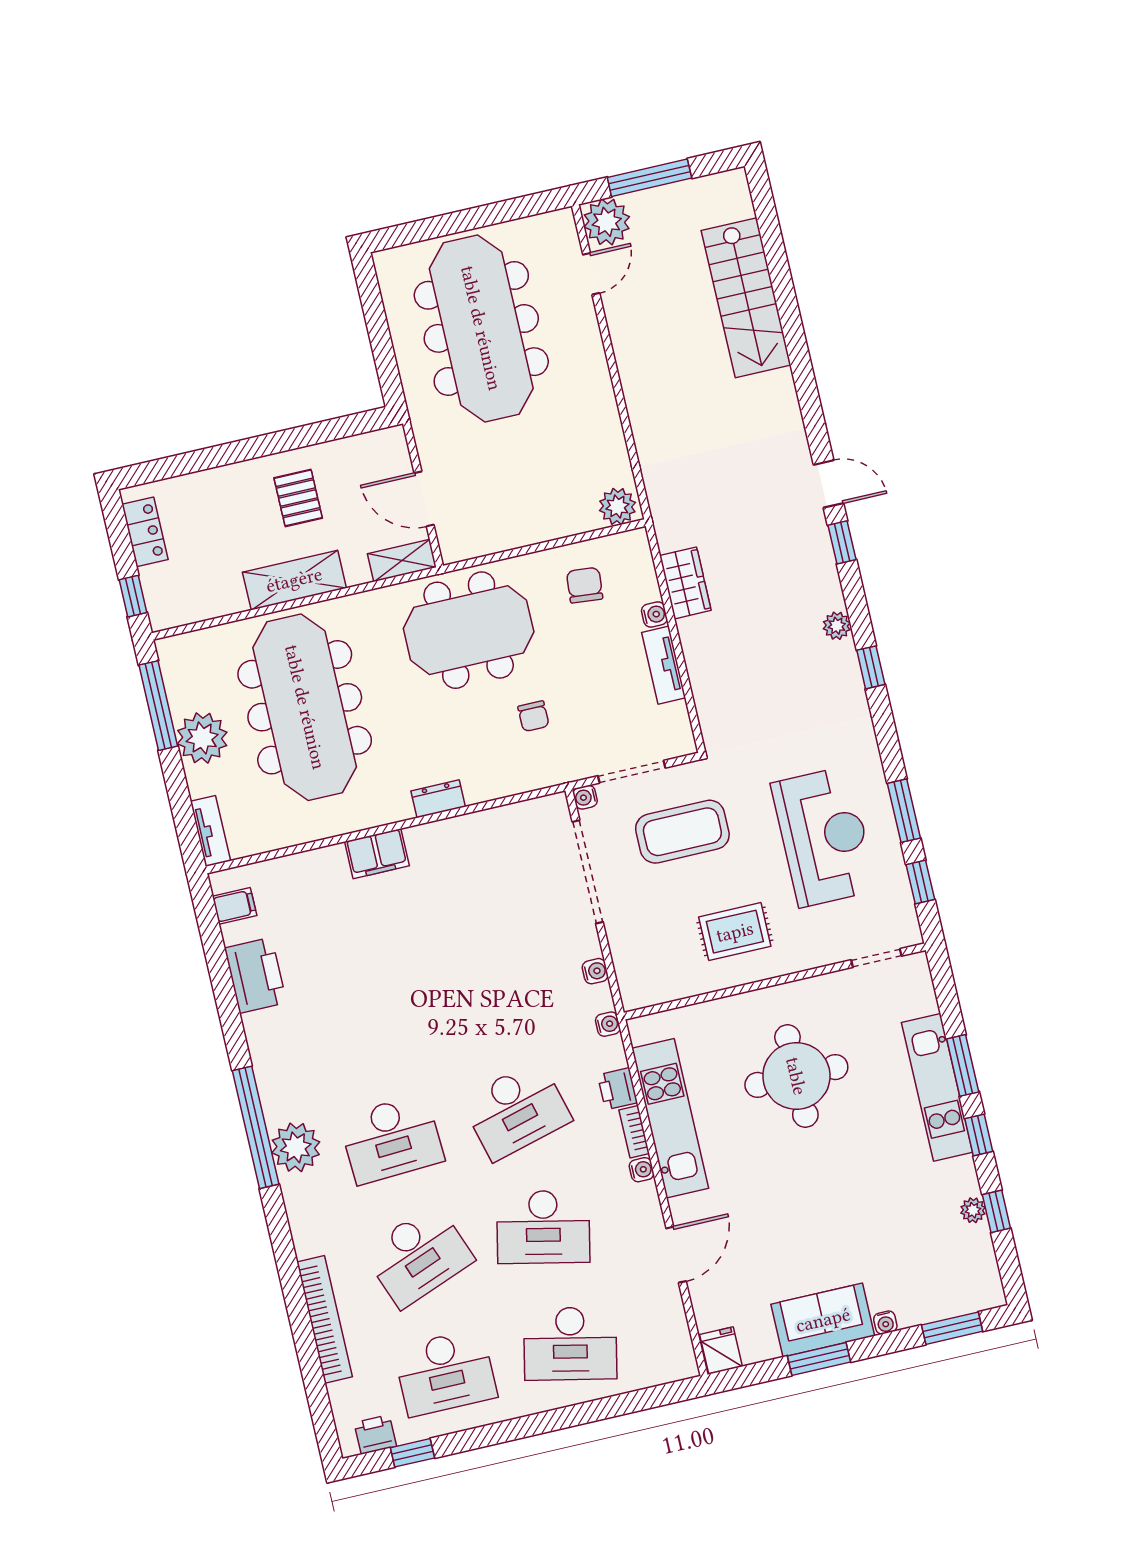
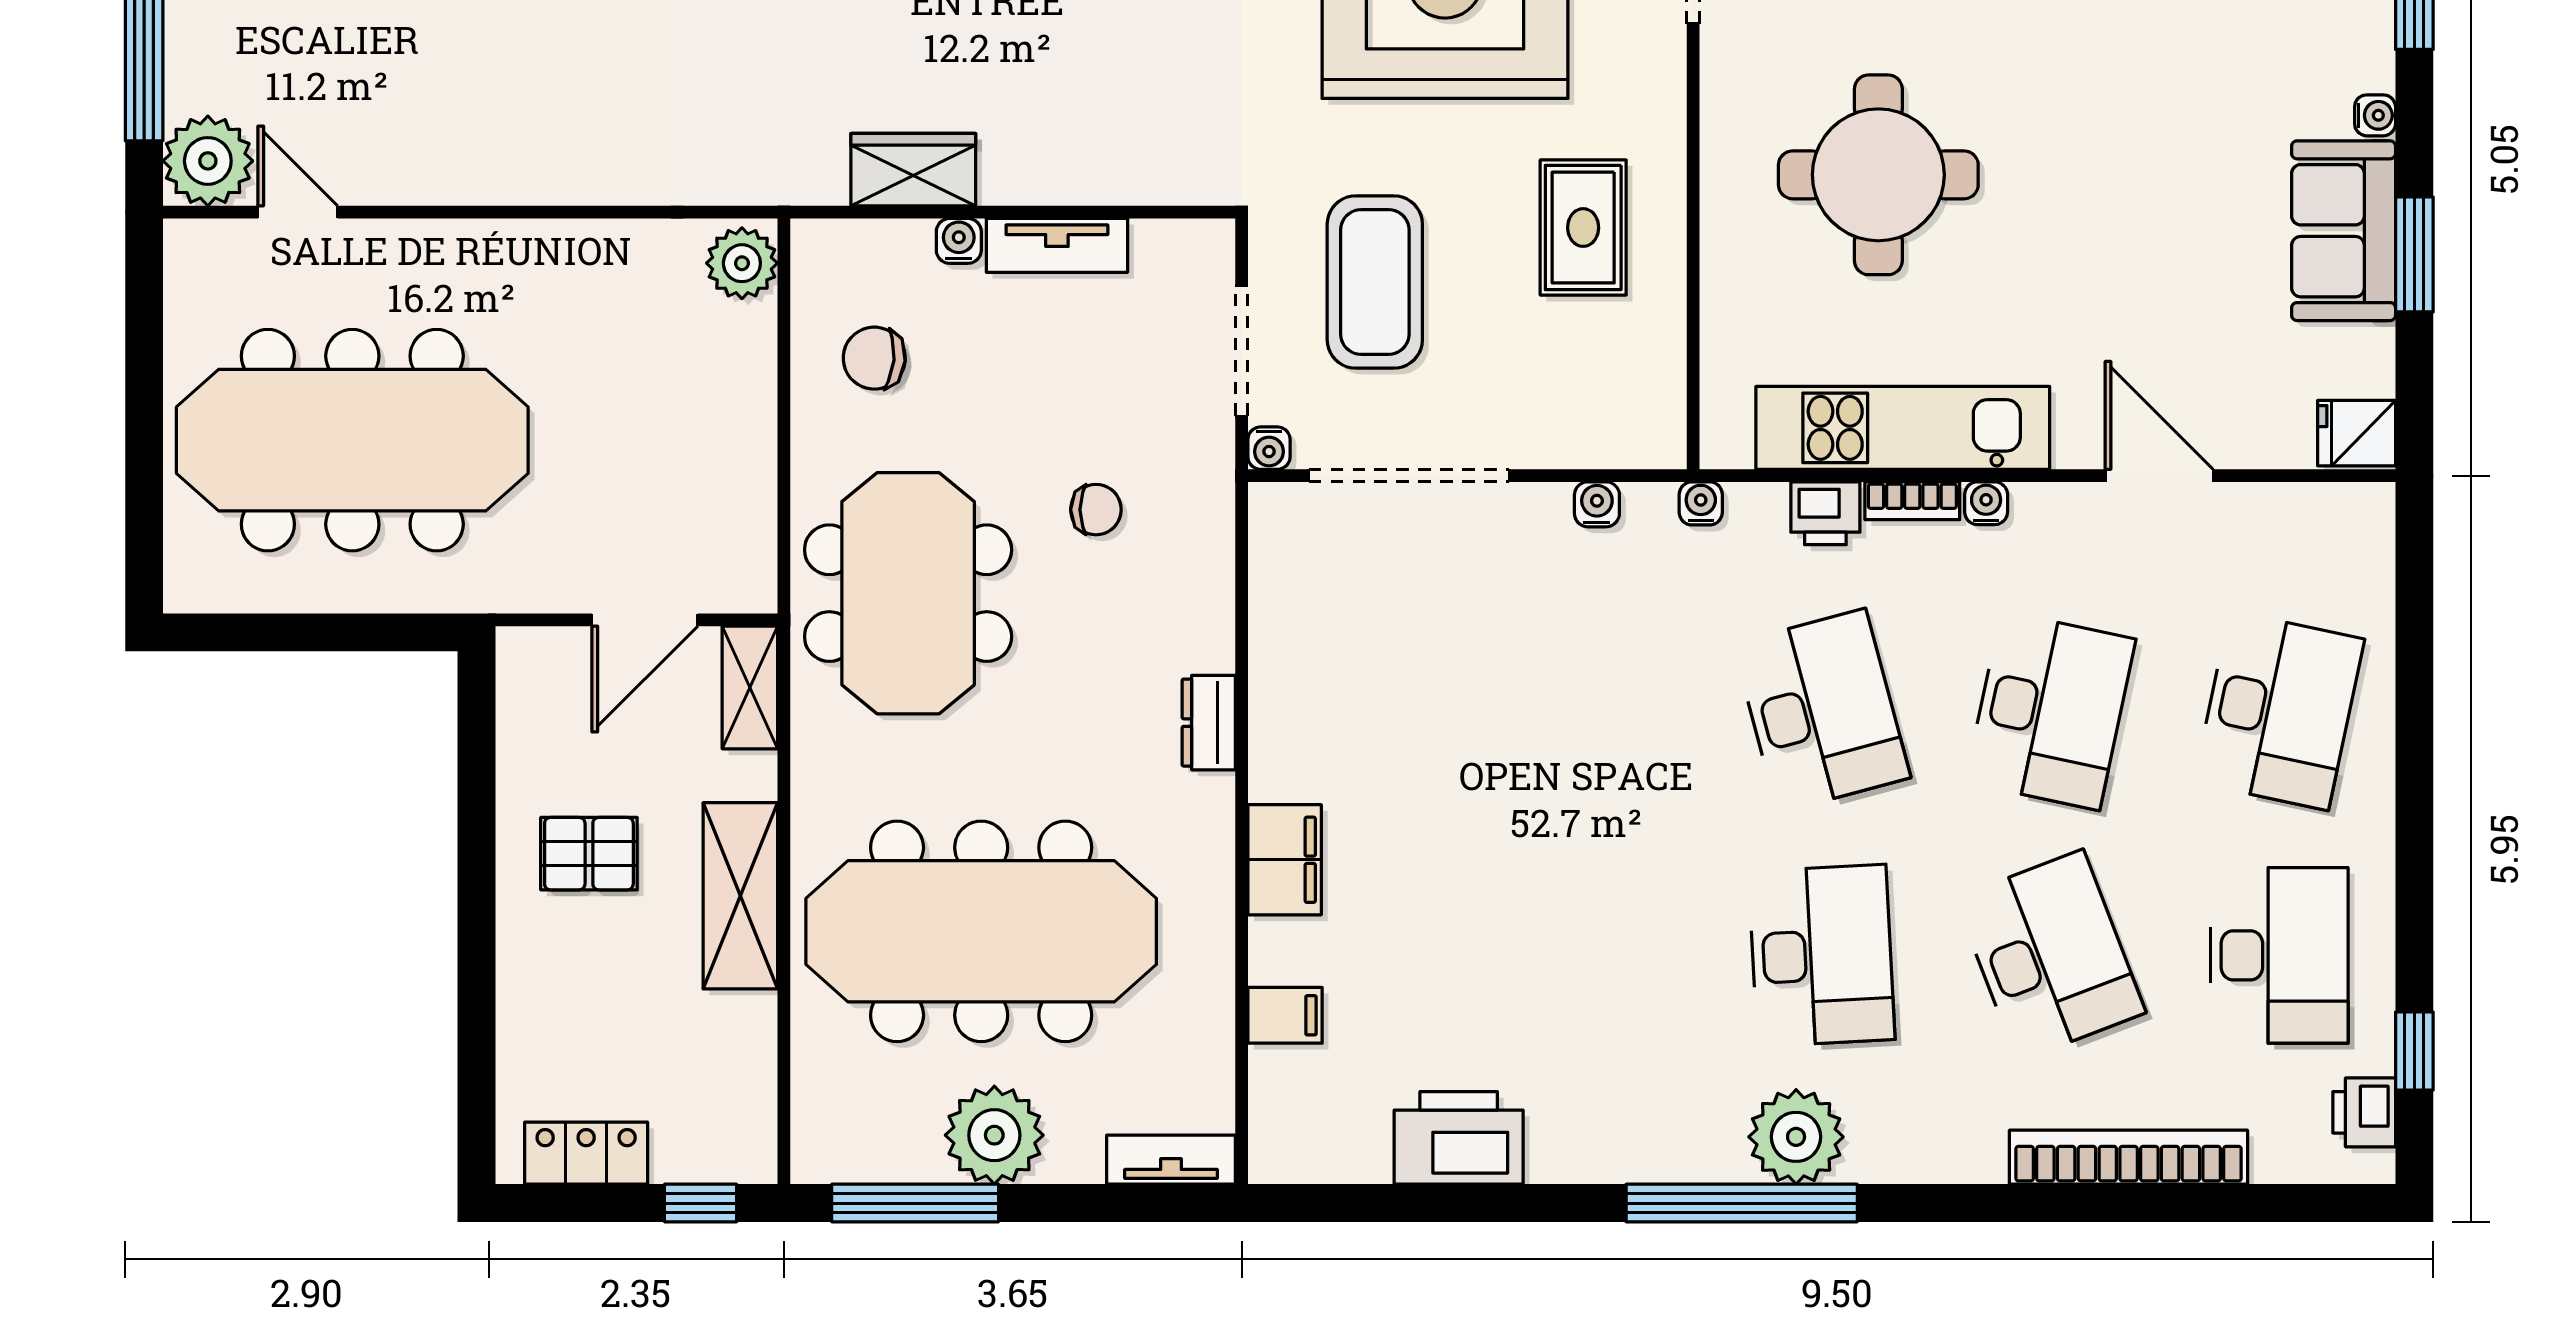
filing cabinet: (235, 906) -> (1285, 1015), moved, turned 90

